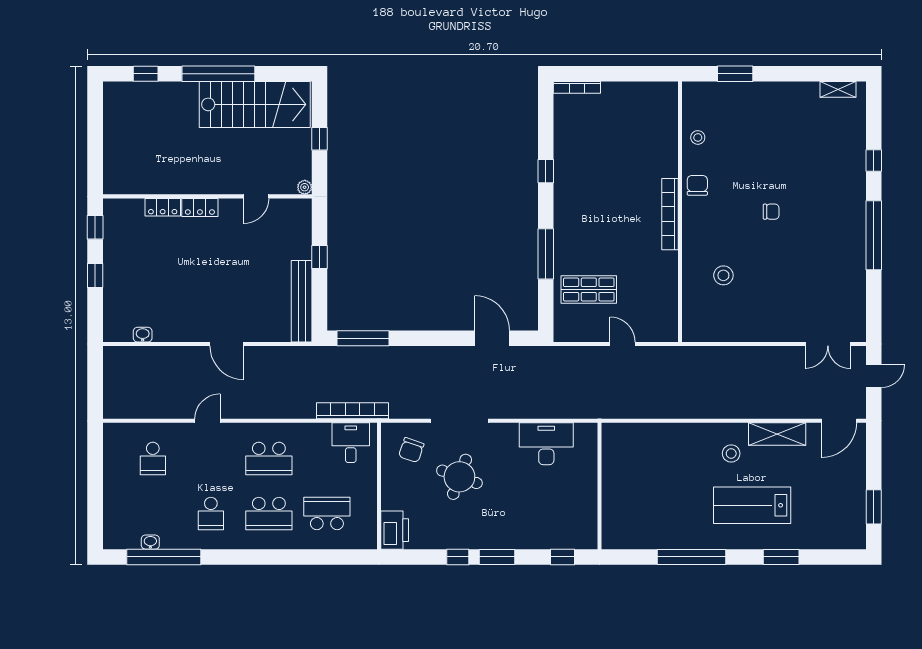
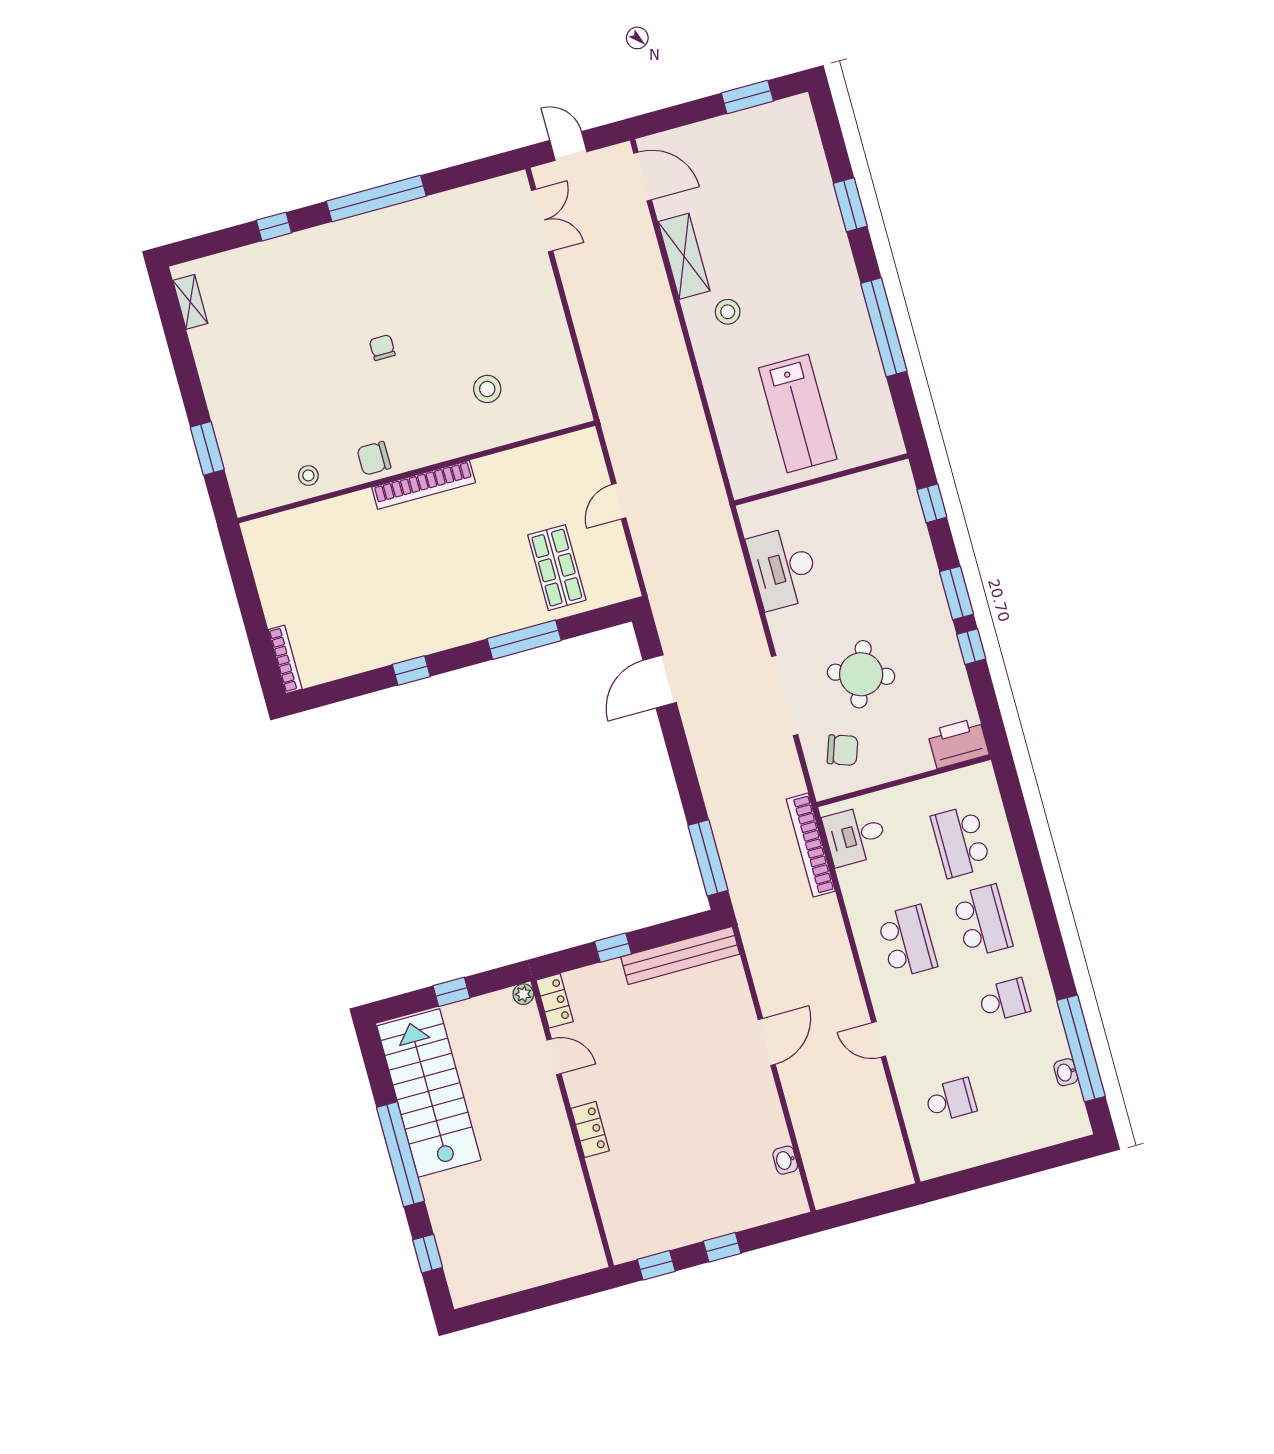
locker: (163, 207) -> (555, 1001), moved
lab bench: (752, 505) -> (798, 413), moved

